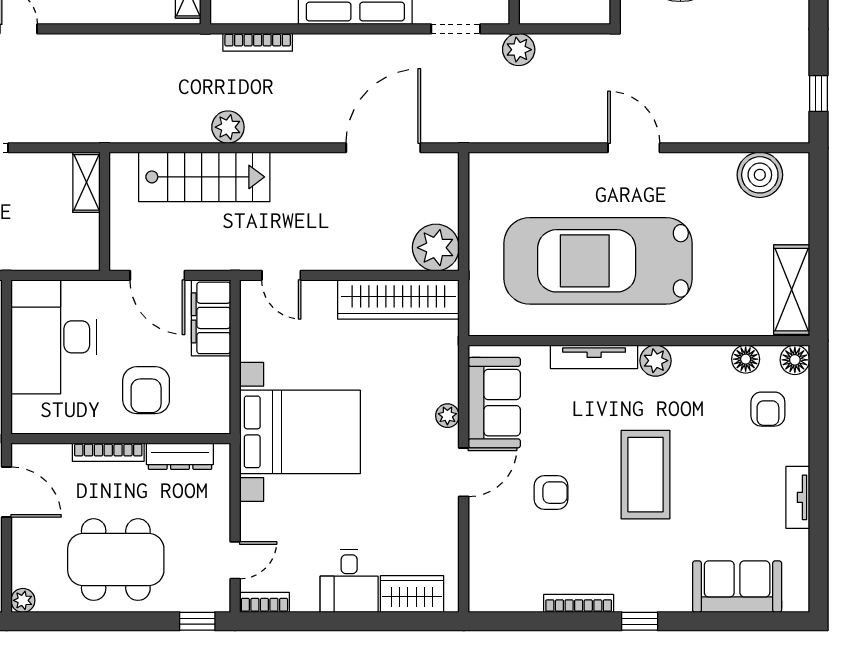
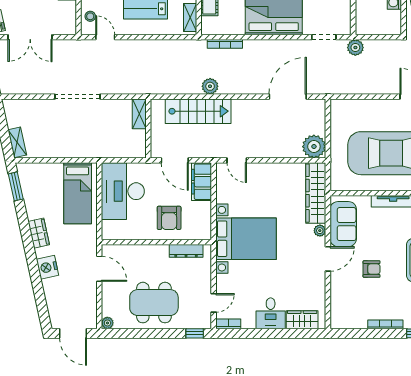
wardrobe: (398, 300) -> (316, 193), moved, turned 90
bookcase: (108, 452) -> (150, 249), removed

